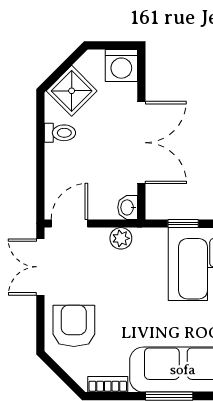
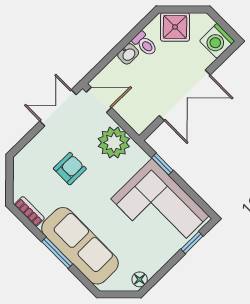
washbasin: (128, 207) -> (128, 54), moved, turned 180
plant: (121, 238) -> (114, 143), width x1.87, depth x1.87
armchair: (74, 326) -> (70, 169), moved, width x0.72, depth x0.72

